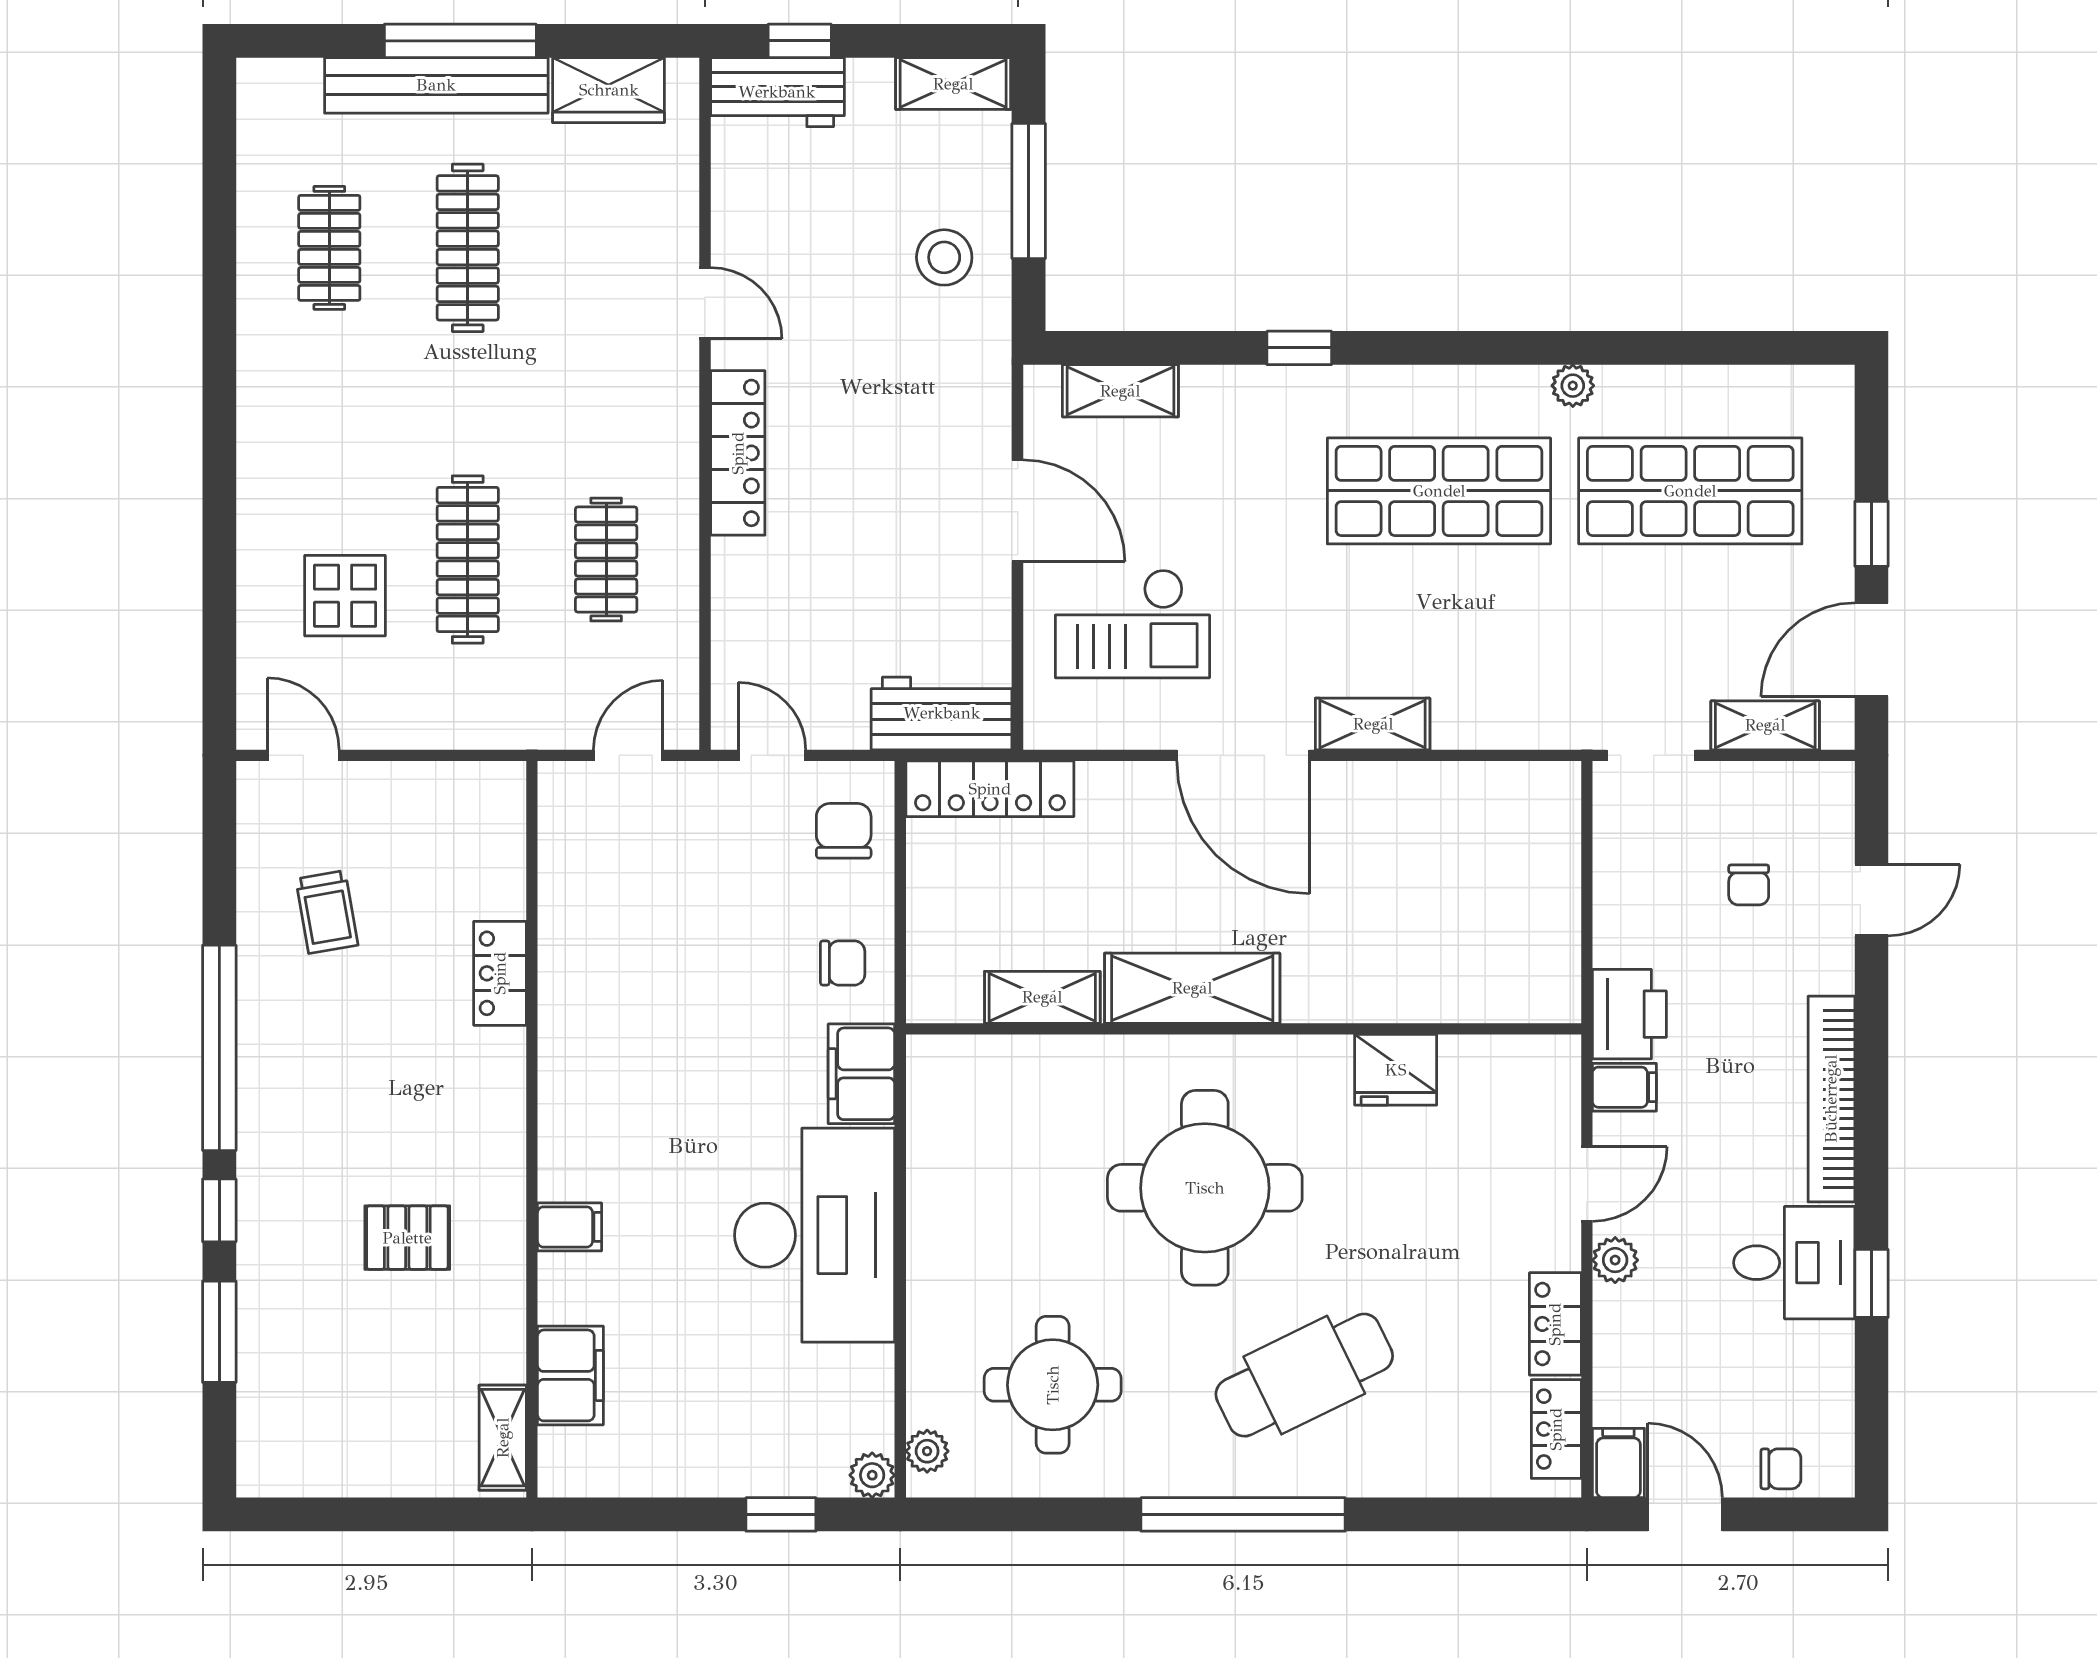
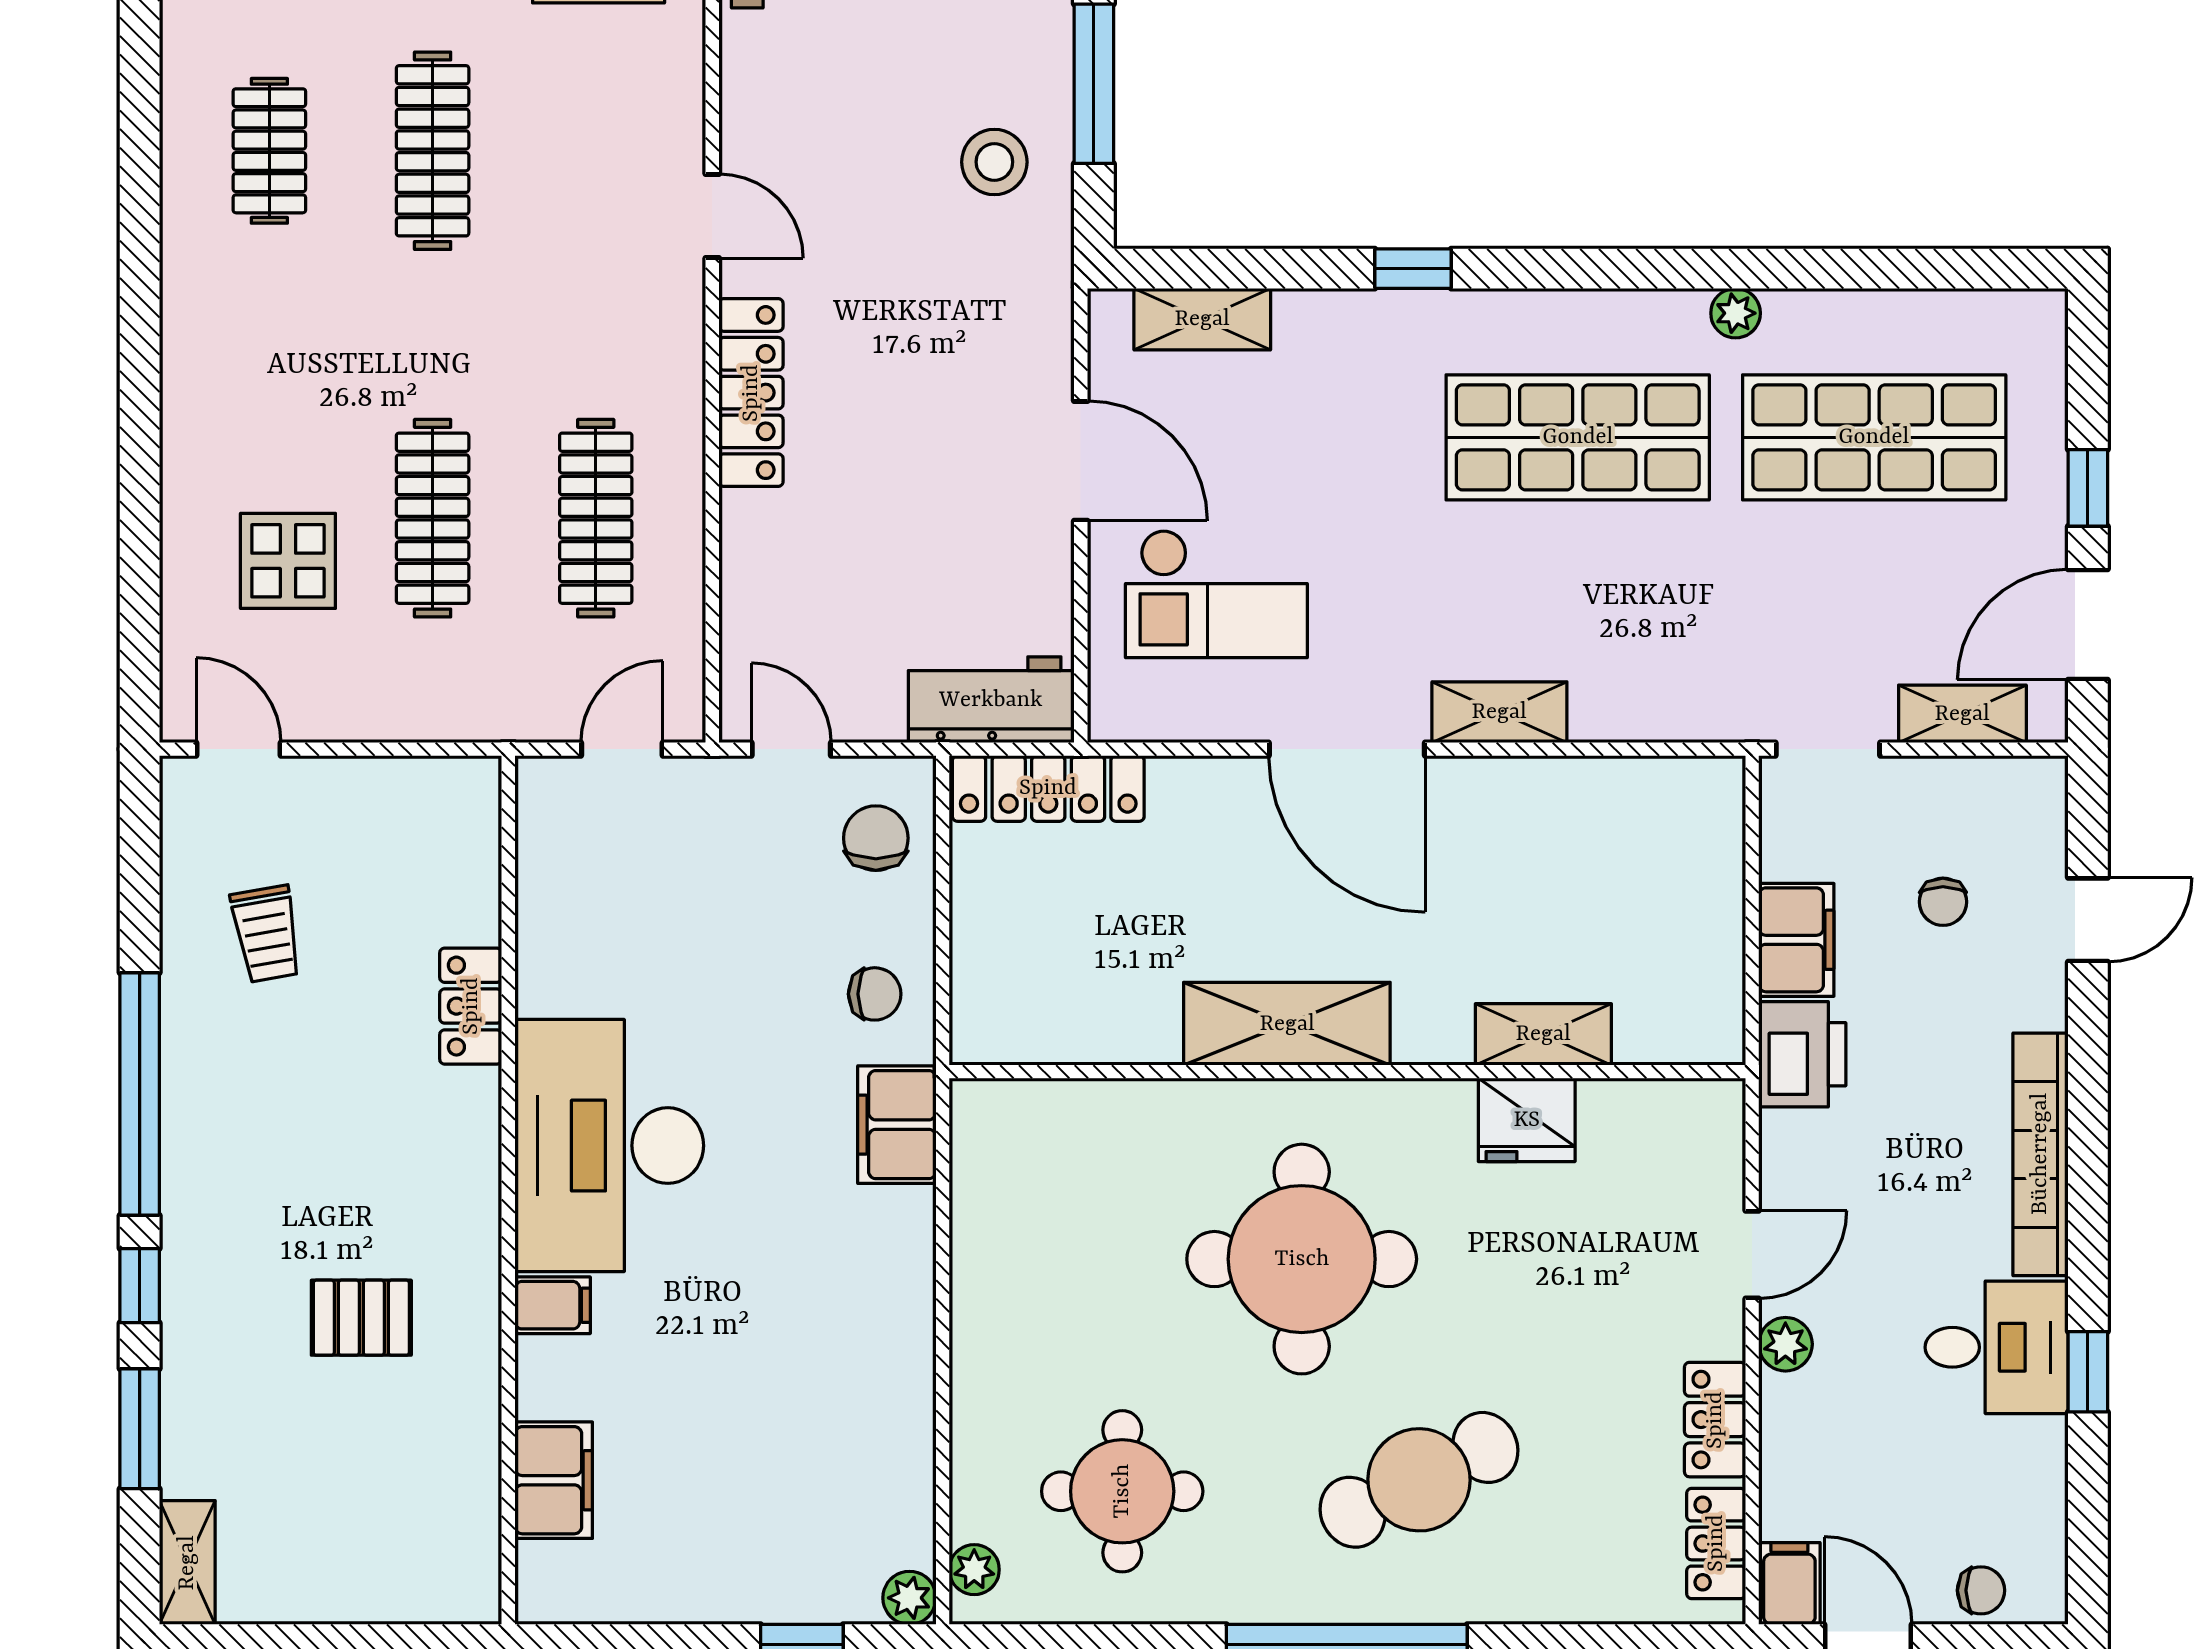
clothes rail: (606, 560) -> (596, 518), width x1.36
shelving: (1042, 997) -> (1543, 1034), moved
filing cabinet: (1624, 1087) -> (1796, 940), moved, width x2.00
desk: (815, 1235) -> (609, 1146), moved, turned 180
shelving: (503, 1438) -> (187, 1563), moved

